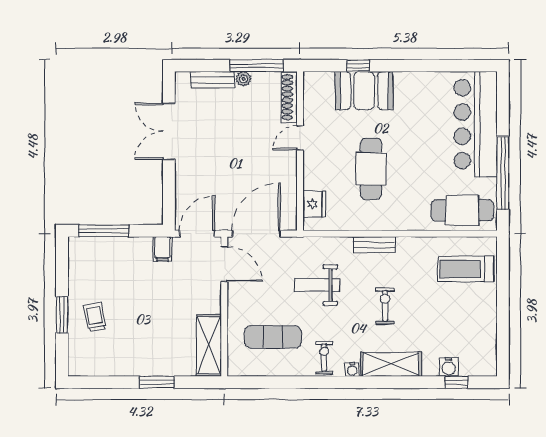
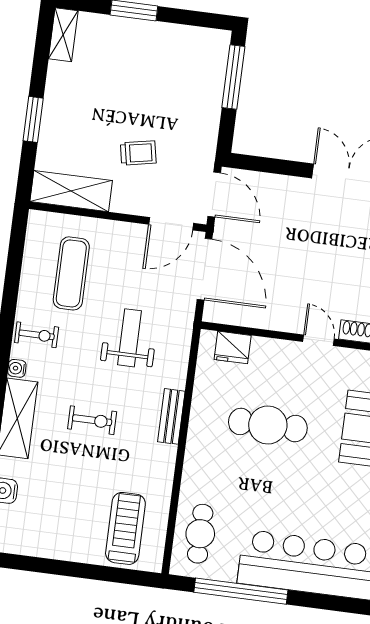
cafe table: (462, 210) -> (200, 534), width x0.73, depth x0.74
filing cabinet: (162, 249) -> (201, 148), removed
trolley: (95, 317) -> (138, 153), moved
shelving: (88, 367) -> (63, 35), added

